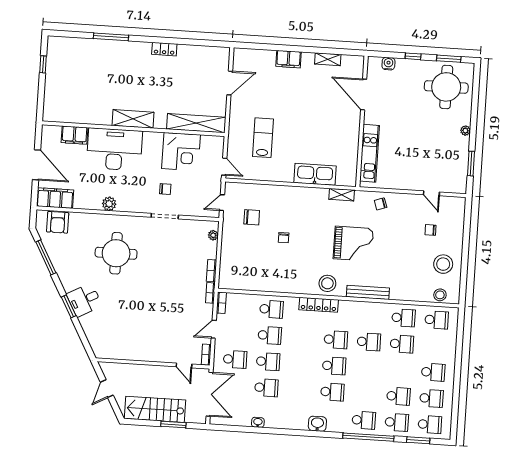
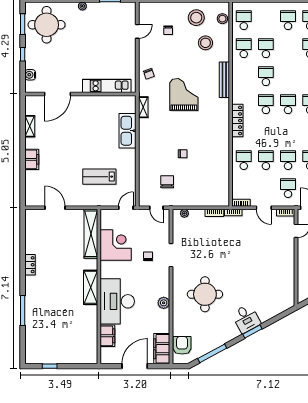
armchair: (58, 222) -> (182, 345), turned -90
stool: (327, 283) -> (205, 43), moved

